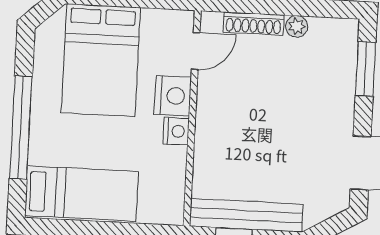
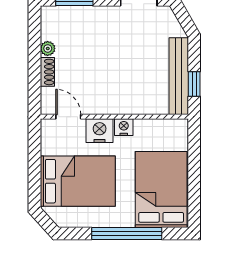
shoe rack: (253, 24) -> (47, 72), width x0.70
bed: (82, 194) -> (161, 190), width x1.50

